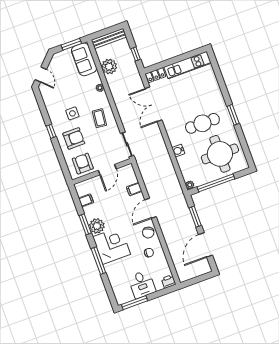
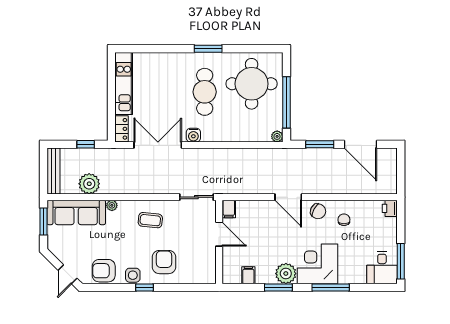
sofa: (84, 59) -> (76, 212), width x1.36
door: (41, 74) -> (68, 274), swing flipped
double door: (154, 104) -> (158, 145), swing flipped
side table: (72, 113) -> (133, 275), moved
water cooler: (178, 151) -> (193, 135), moved
armchair: (83, 164) -> (104, 271), moved
filing cabinet: (134, 189) -> (229, 209), moved
desk: (142, 284) -> (382, 268), moved, turned 90

